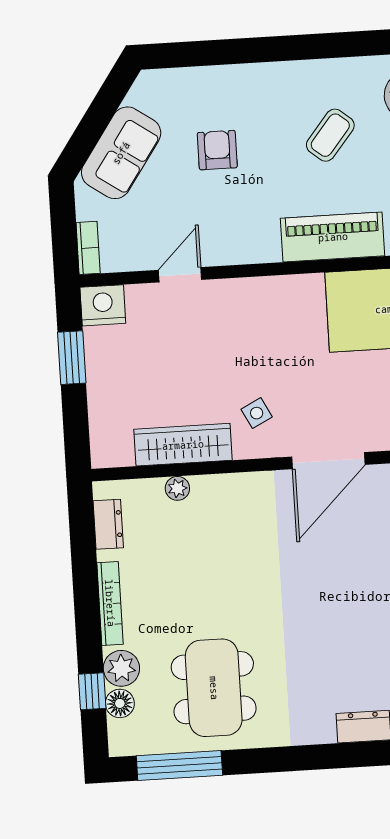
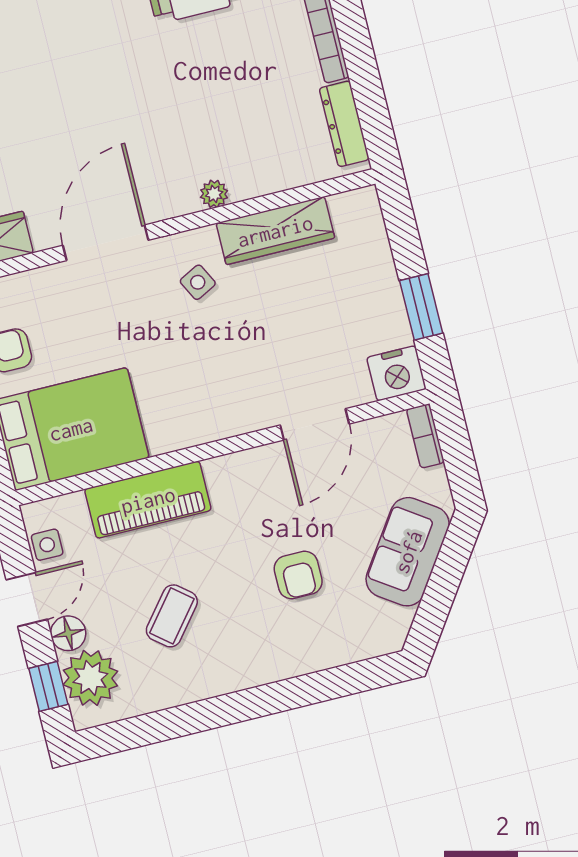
door: (180, 275) -> (315, 424), width x1.37
plant: (177, 488) -> (214, 194), moved
dresser: (108, 524) -> (344, 124), width x1.44

